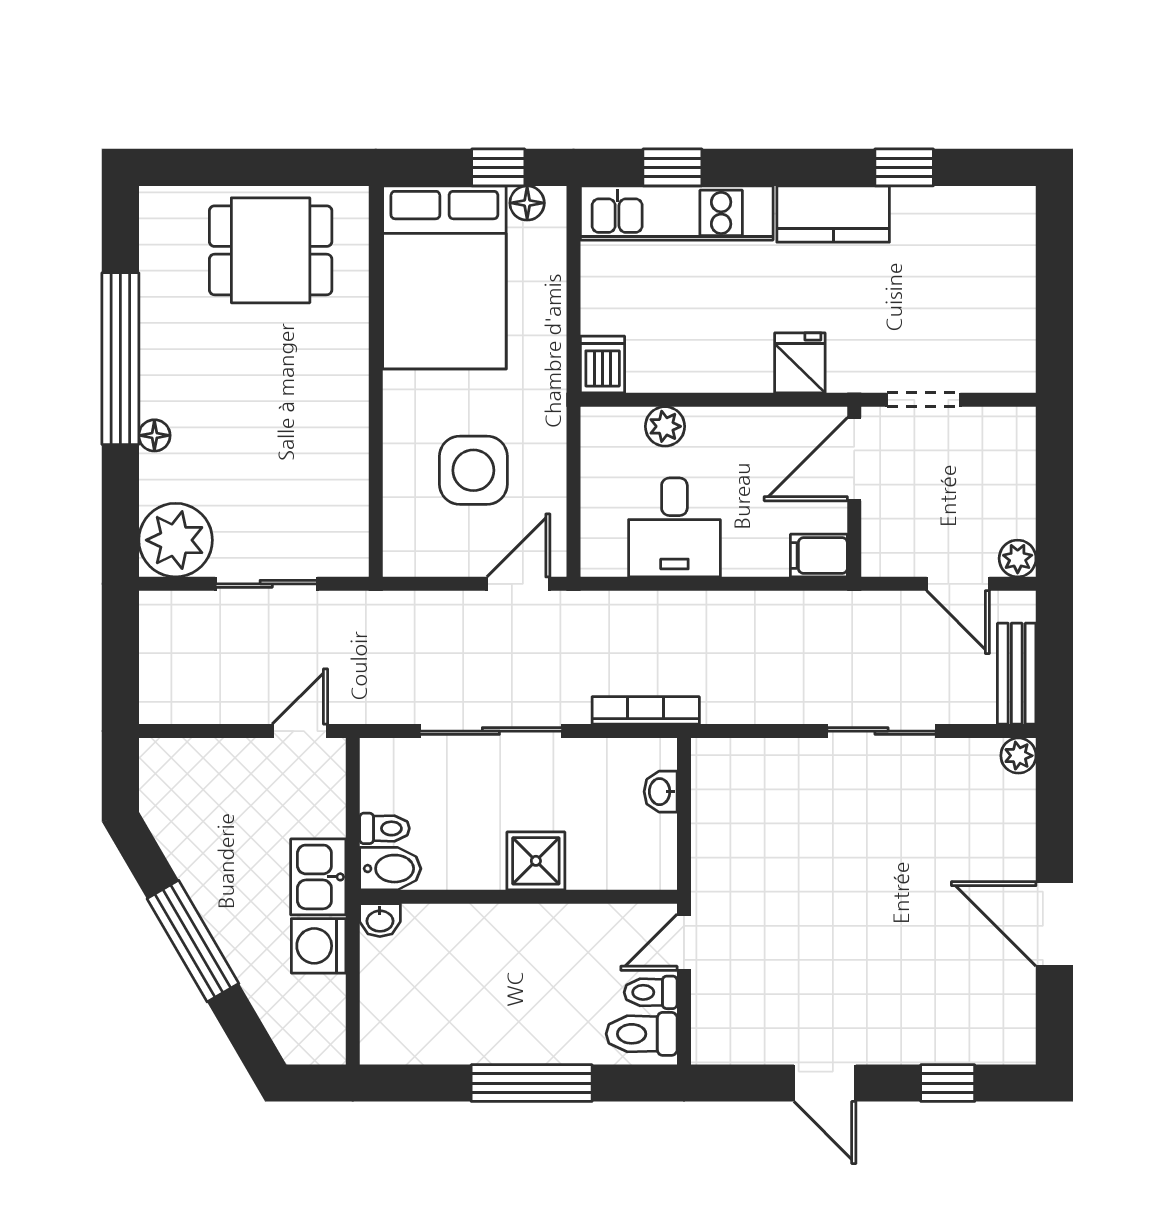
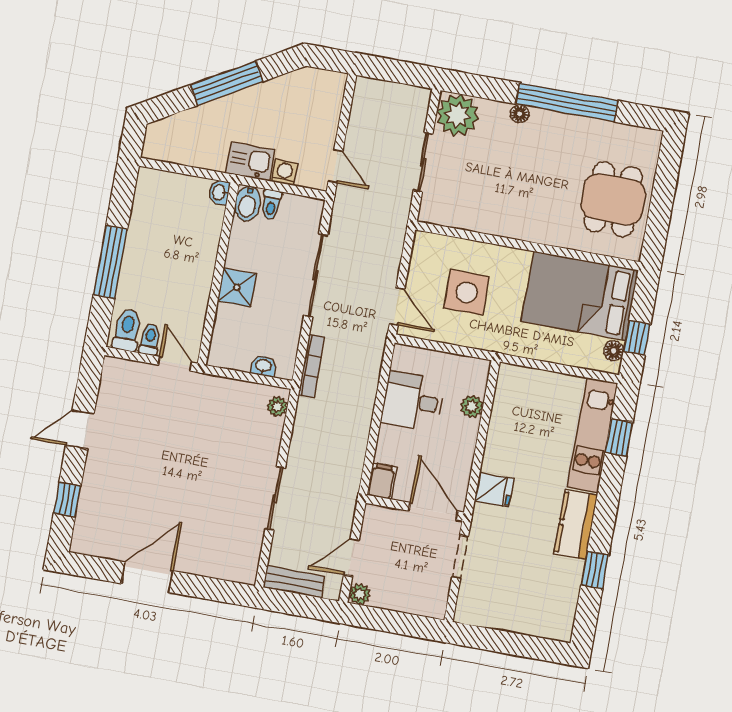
dishwasher: (603, 364) -> (514, 377), removed
plant: (1018, 756) -> (277, 406), moved
washing machine: (319, 946) -> (285, 172), moved, width x0.73, depth x0.73

